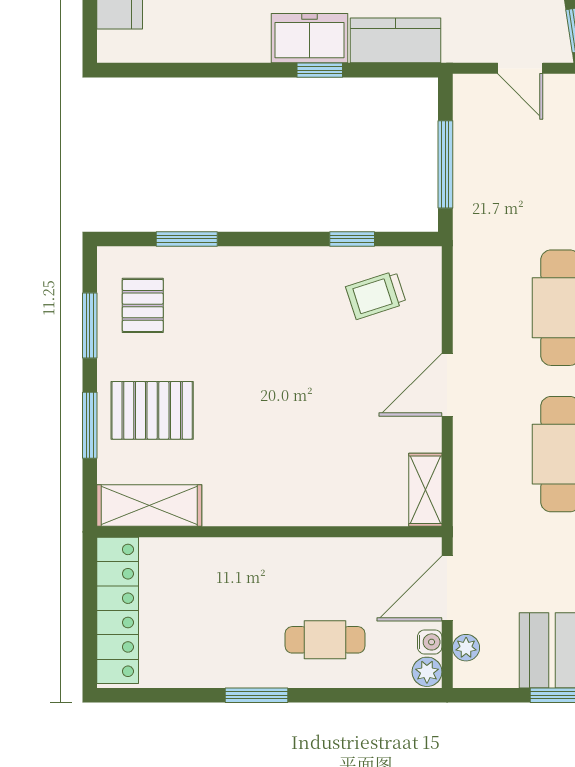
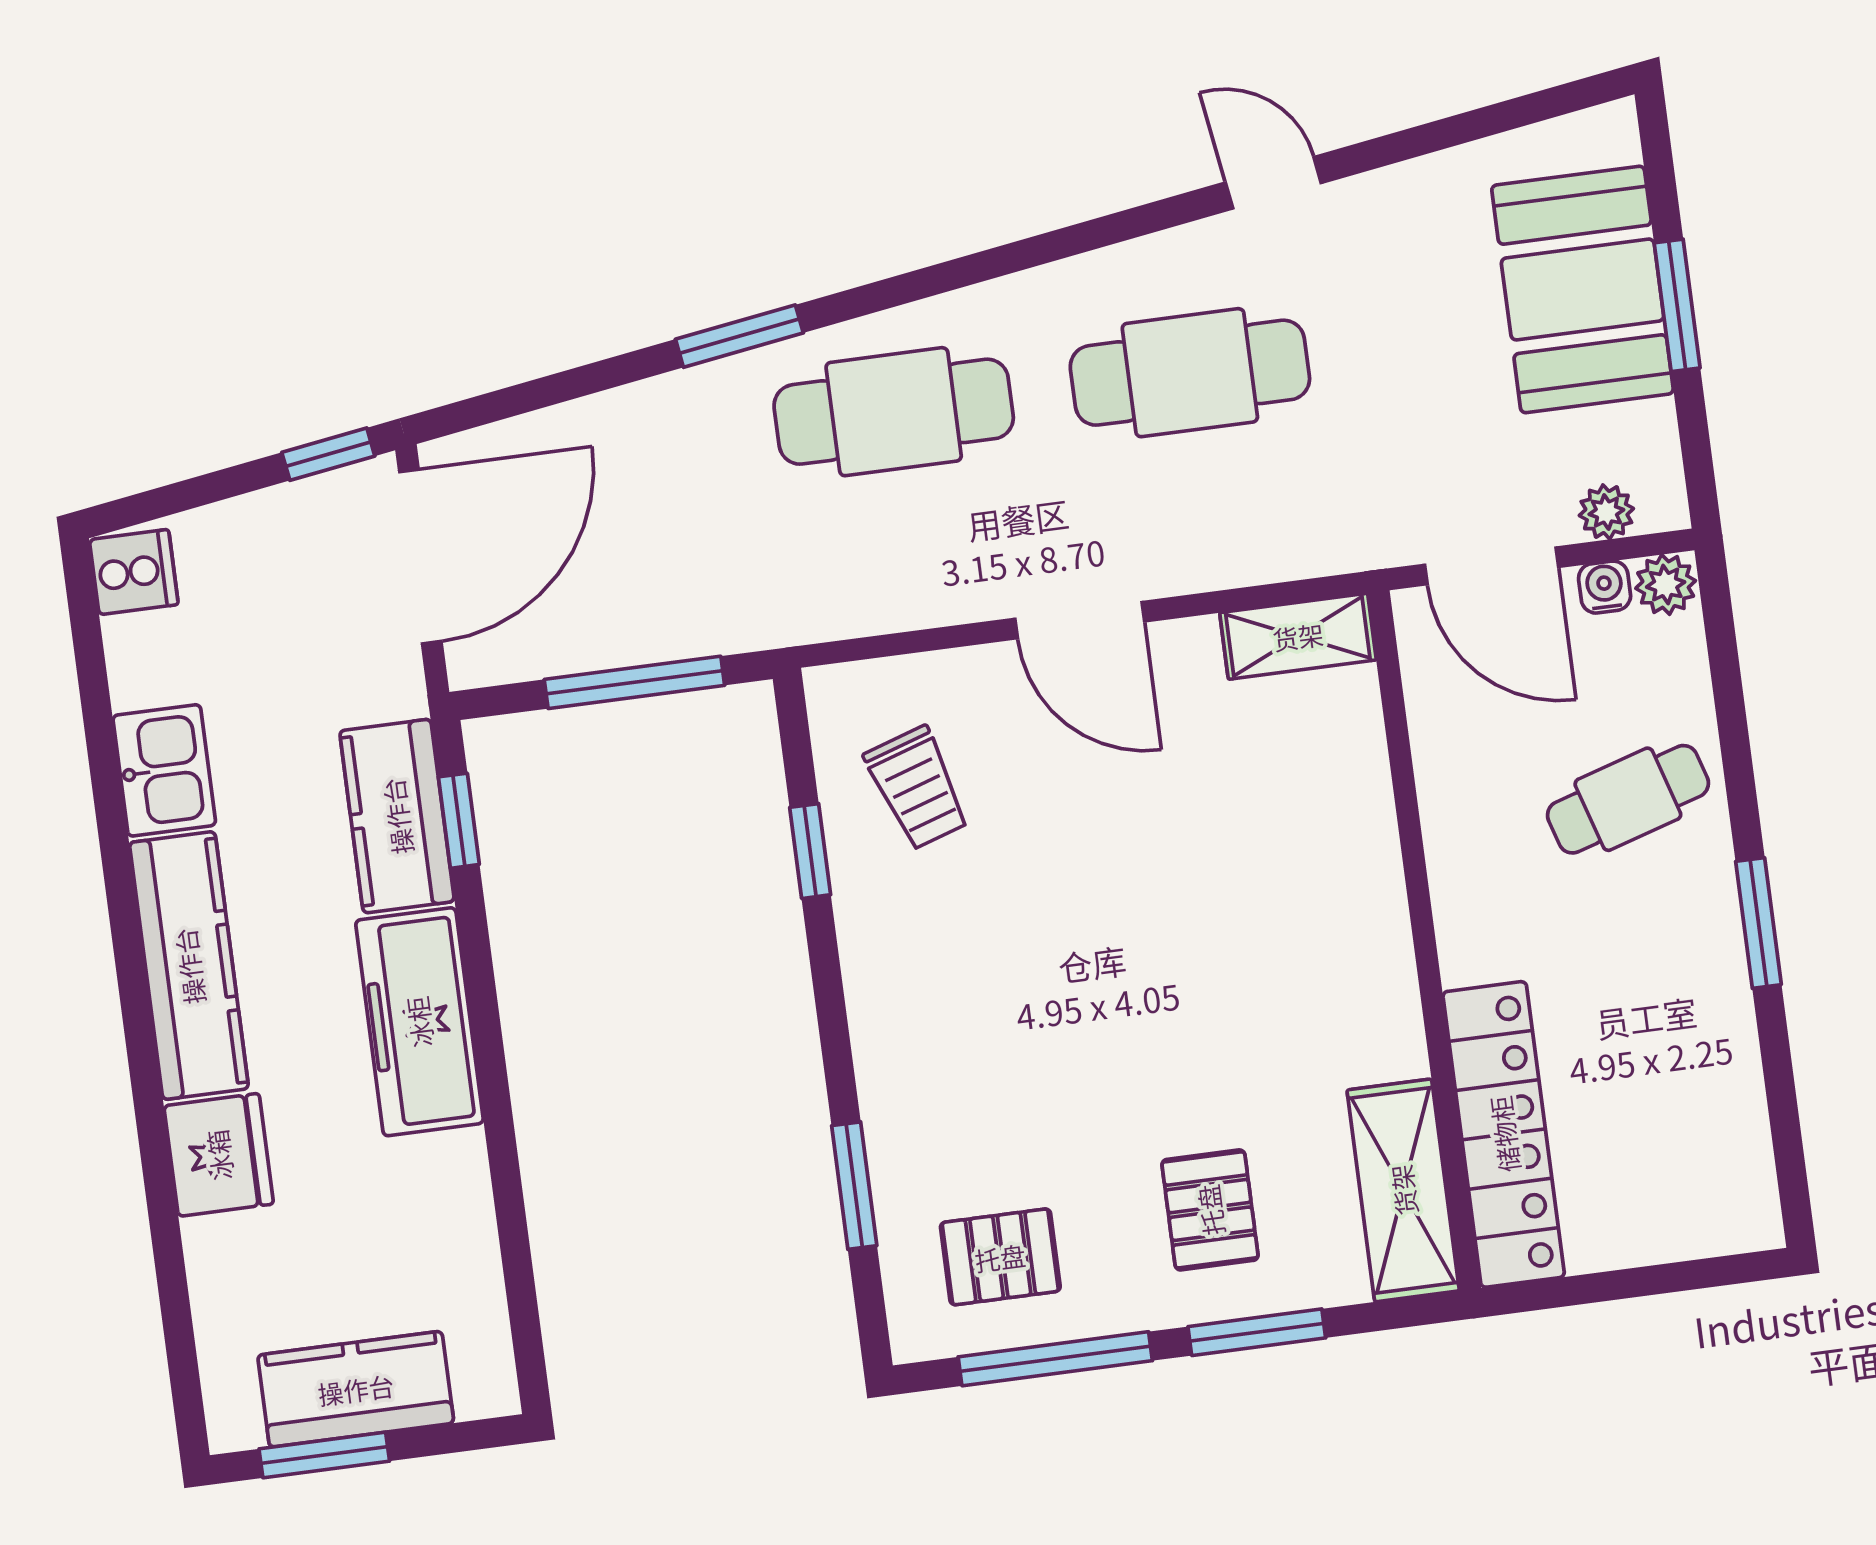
freezer: (309, 38) -> (419, 1022), width x1.40
door: (520, 68) -> (420, 557), width x1.88
window: (320, 70) -> (459, 821), moved
window: (90, 326) -> (1055, 1359), width x1.44
pallet: (152, 410) -> (1210, 1210), width x0.67, depth x0.71
locker: (118, 610) -> (1504, 1134), moved, turned 90
cafe table: (325, 640) -> (1628, 799), turned 73

